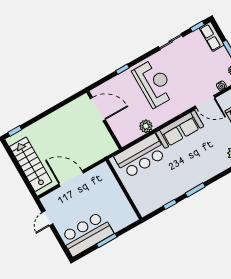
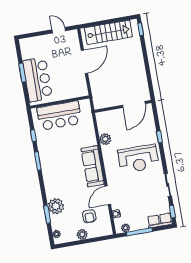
bar counter: (141, 156) -> (59, 116), moved, turned -90
bar counter: (87, 234) -> (38, 79), moved

